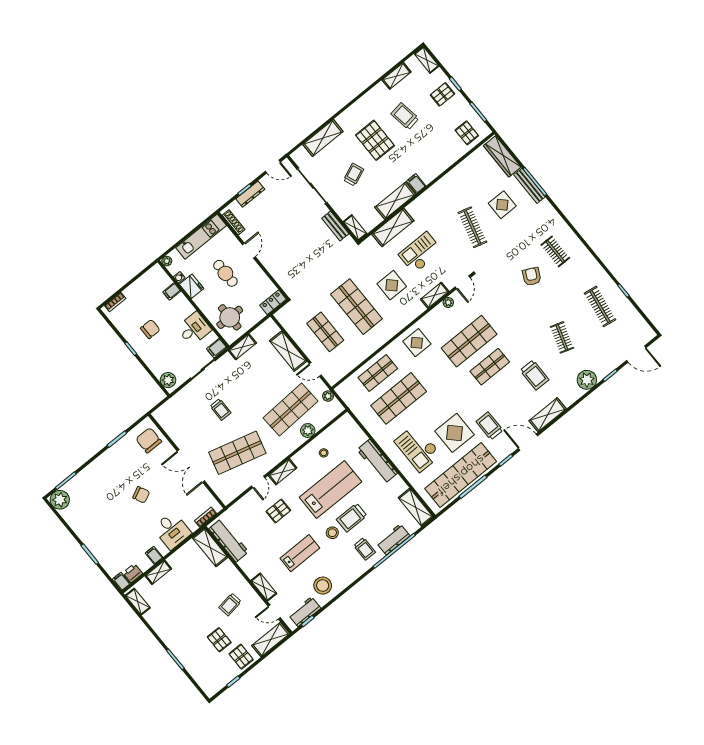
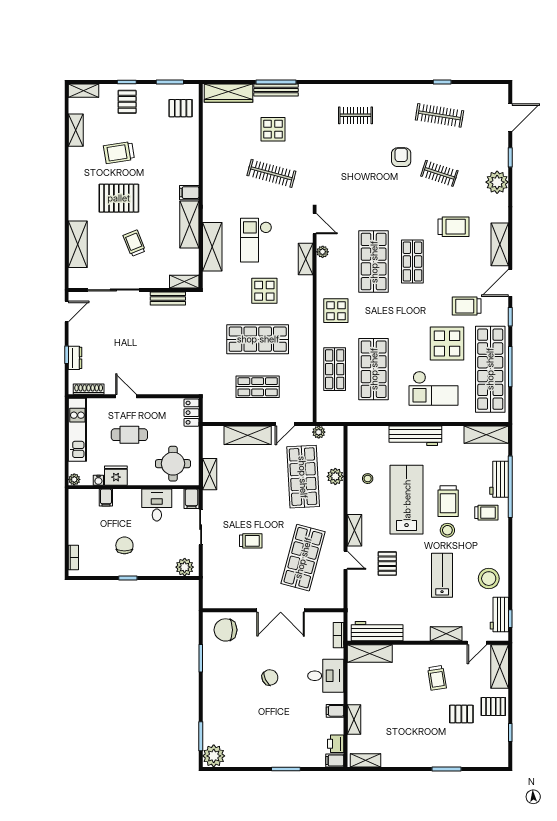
dresser: (250, 194) -> (75, 358), width x0.70
armchair: (532, 276) -> (401, 157), moved, turned 63

